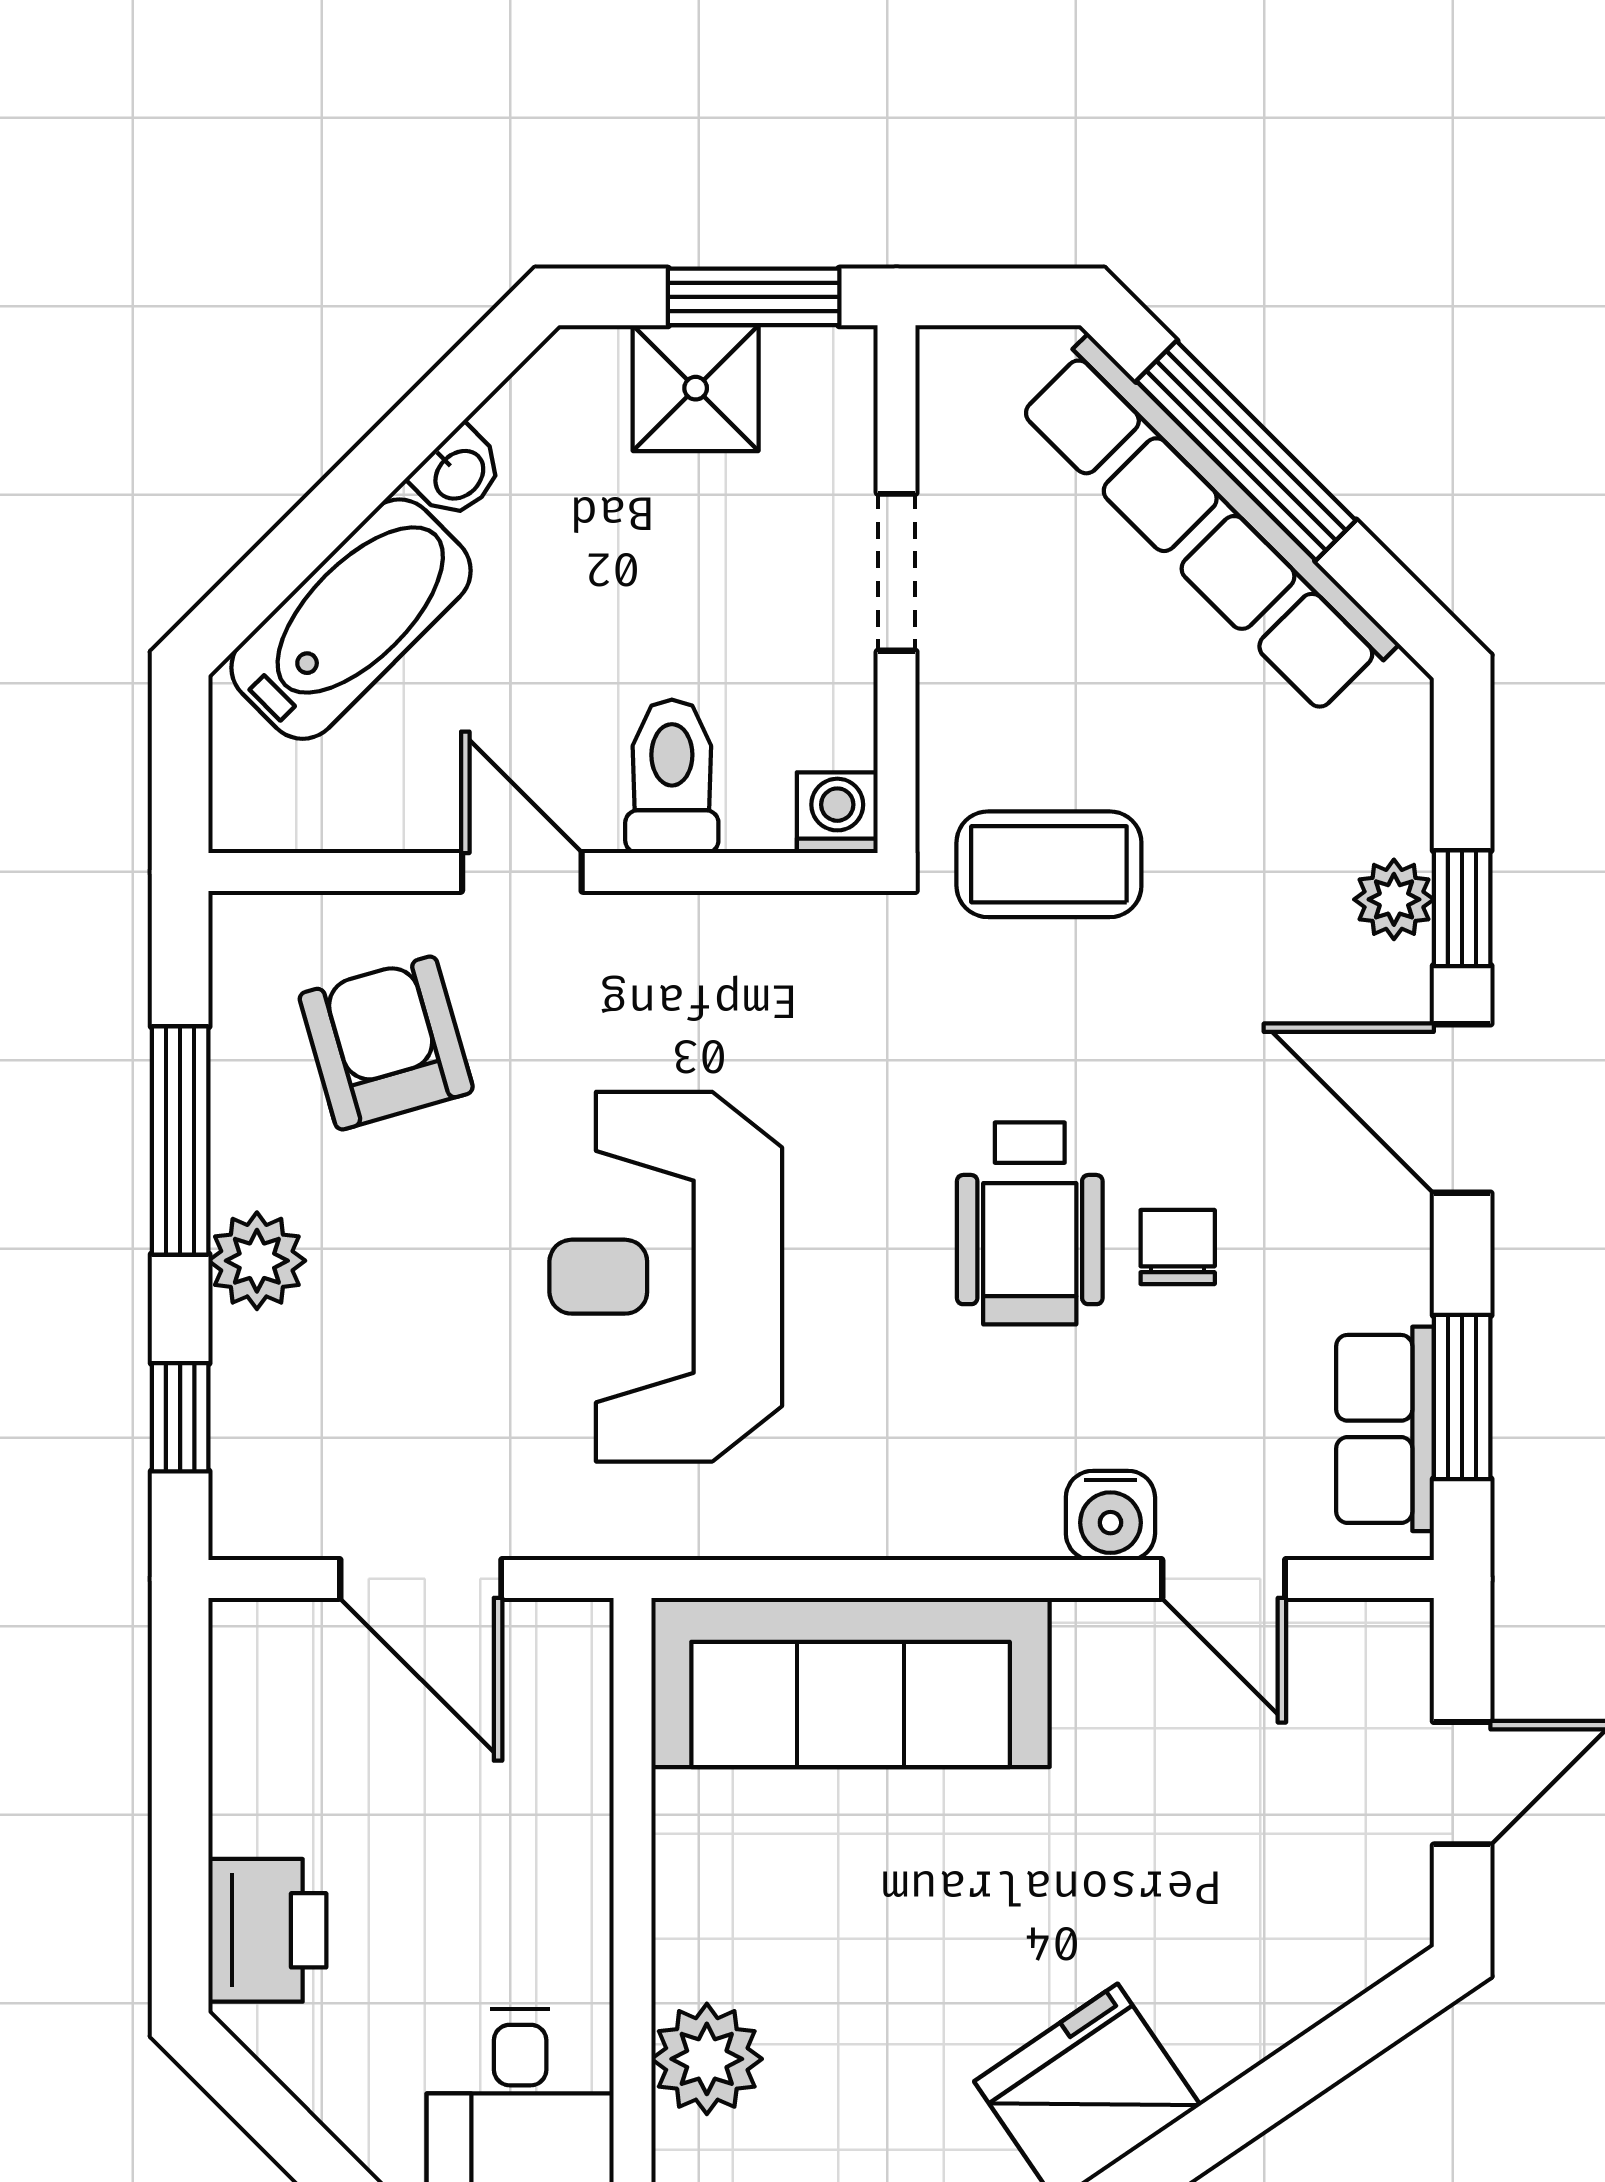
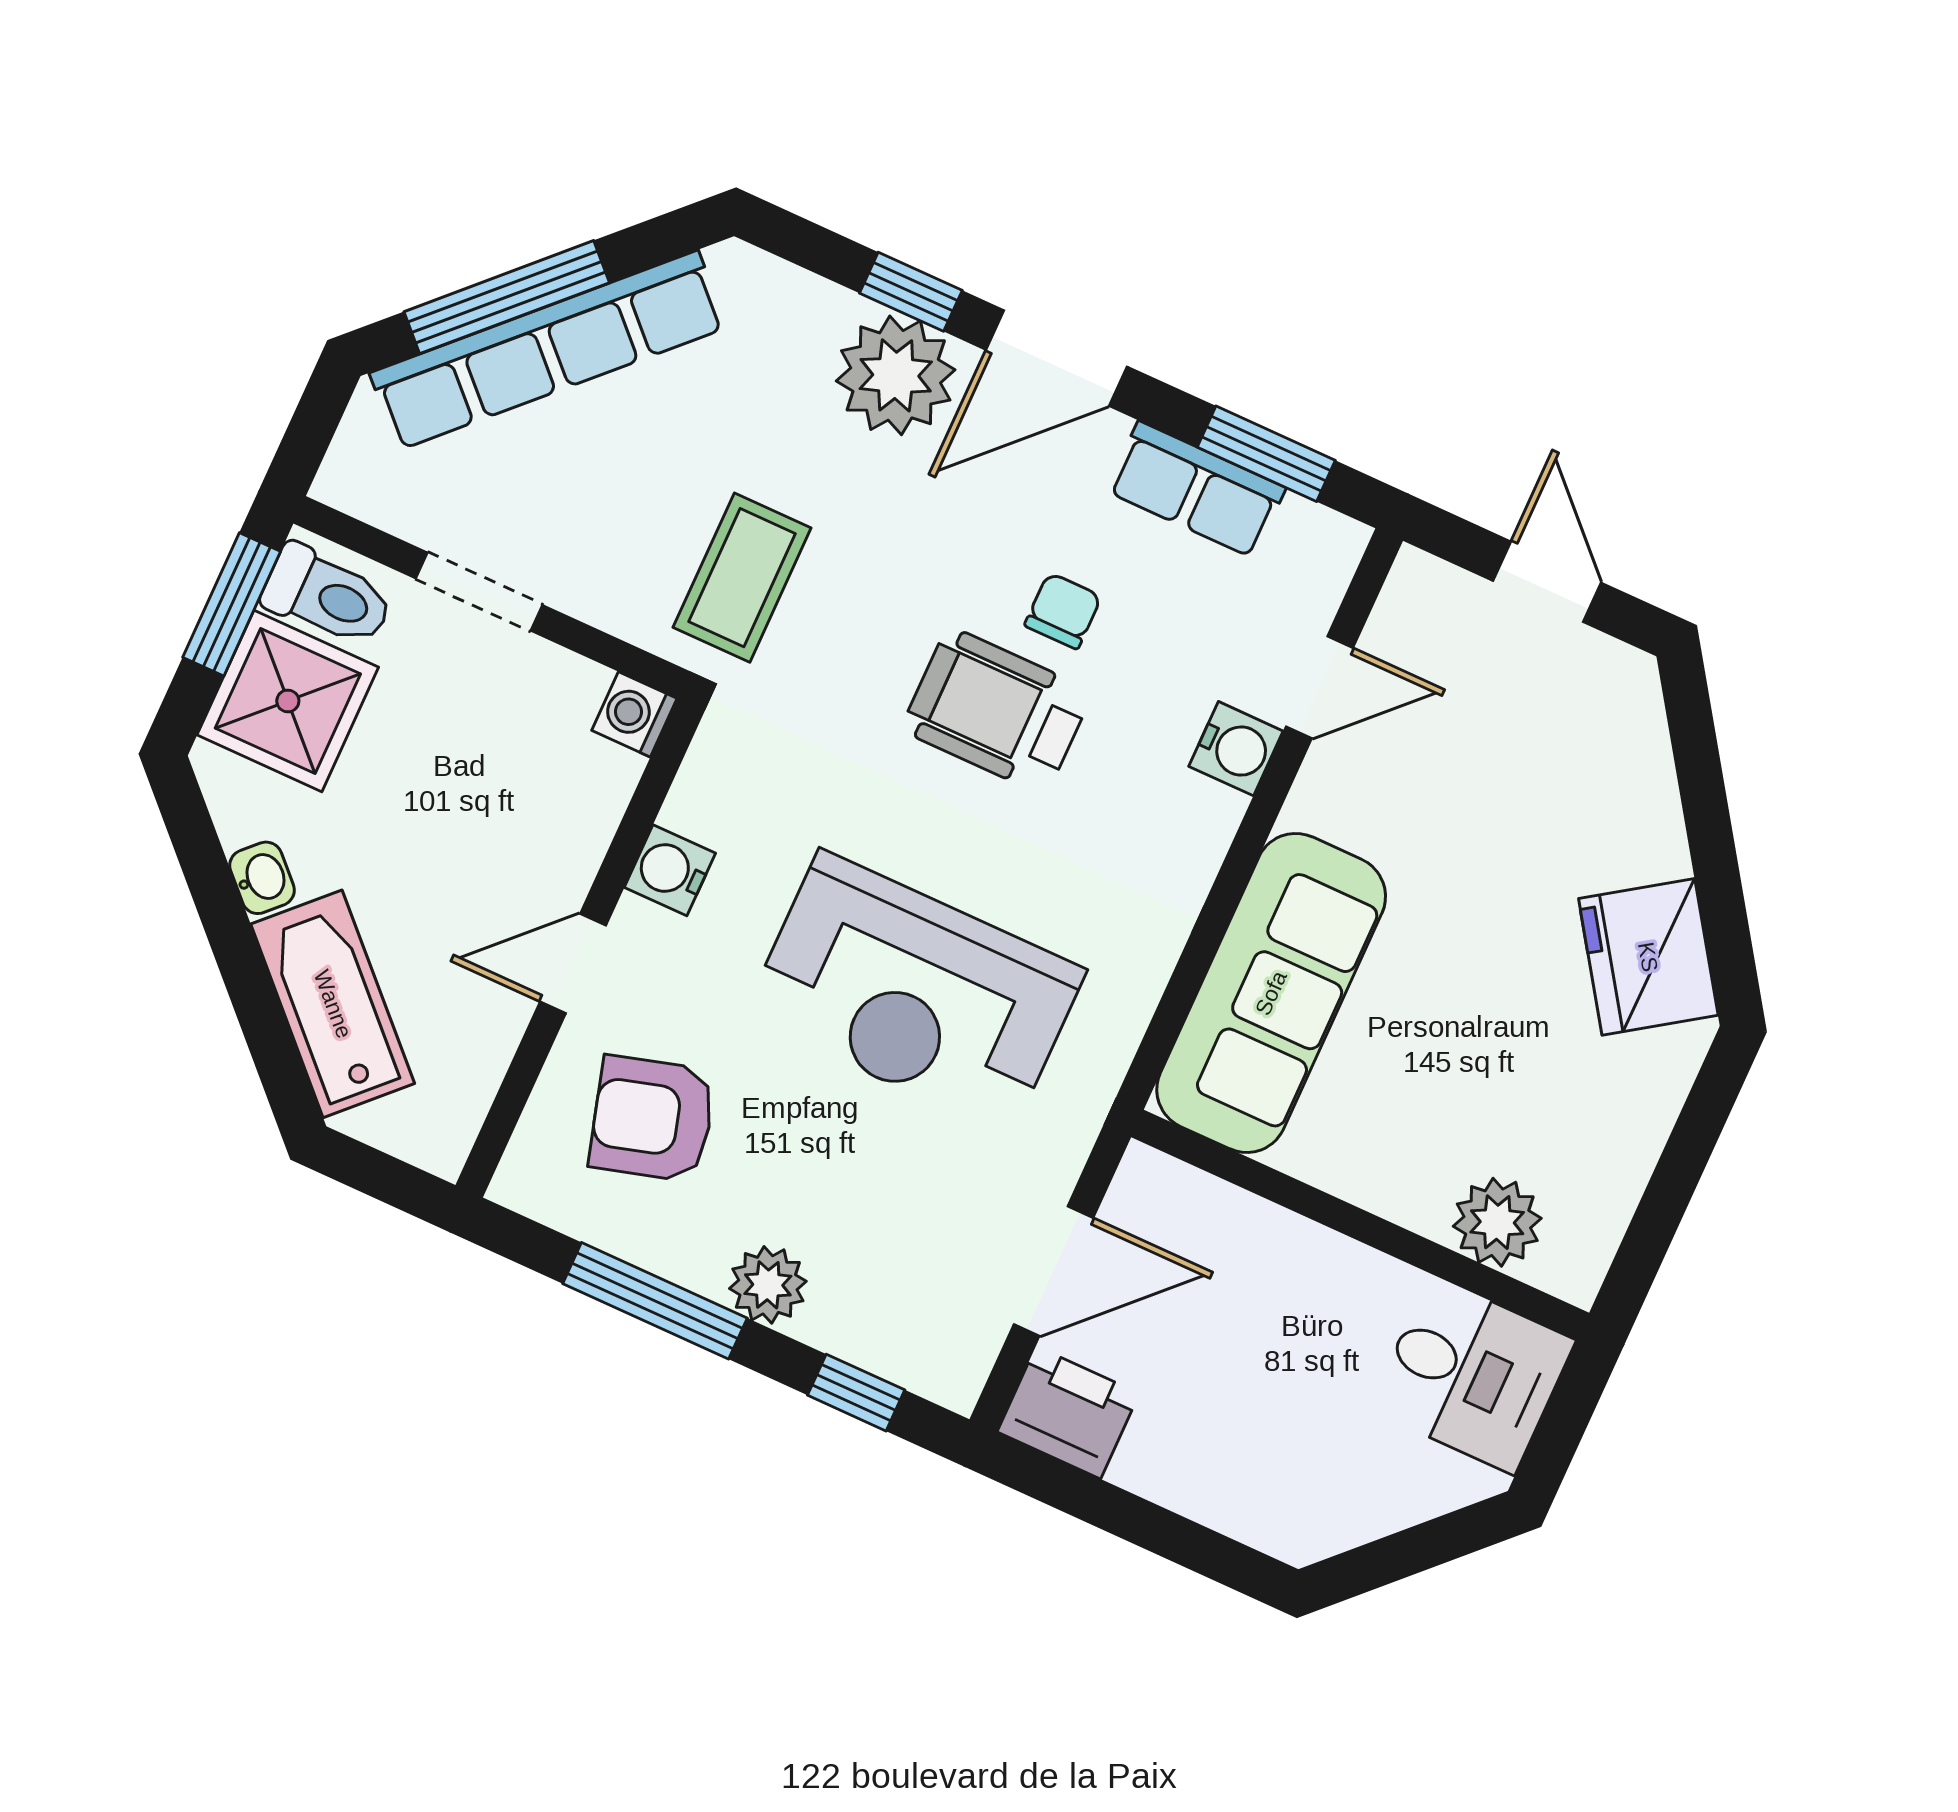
shower: (696, 388) -> (288, 701), width x1.36, depth x1.36
toilet: (672, 776) -> (328, 596), moved, turned 180
plant: (1394, 899) -> (896, 375), width x1.87, depth x1.87
water cooler: (678, 934) -> (670, 870), added
wheelchair: (1030, 1223) -> (997, 711), turned 180
chair: (1178, 1247) -> (1063, 611), turned 90
row of seats: (1385, 1429) -> (1196, 489), moved
printer: (267, 1930) -> (1068, 1413), moved

